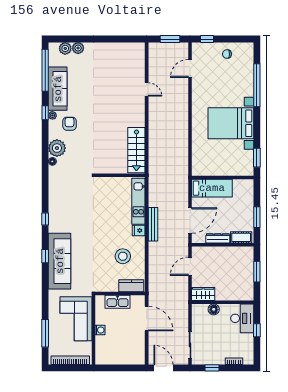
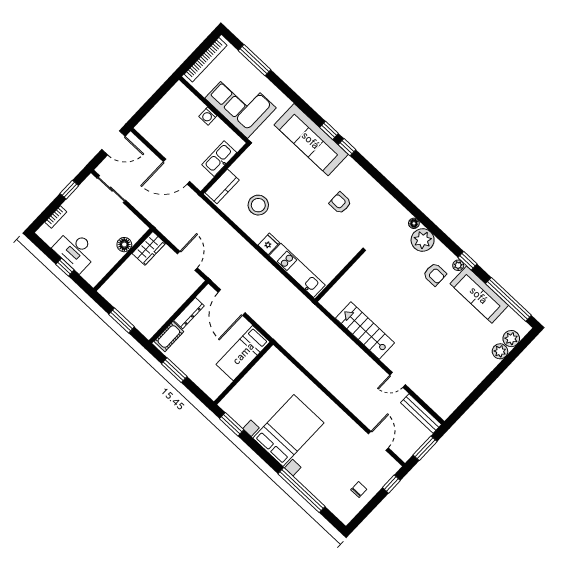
stairs: (136, 150) -> (365, 331), moved
armchair: (79, 212) -> (340, 203), added
window: (45, 219) -> (347, 147), moved
bench: (153, 224) -> (421, 414), moved
desk: (242, 318) -> (75, 250), moved

